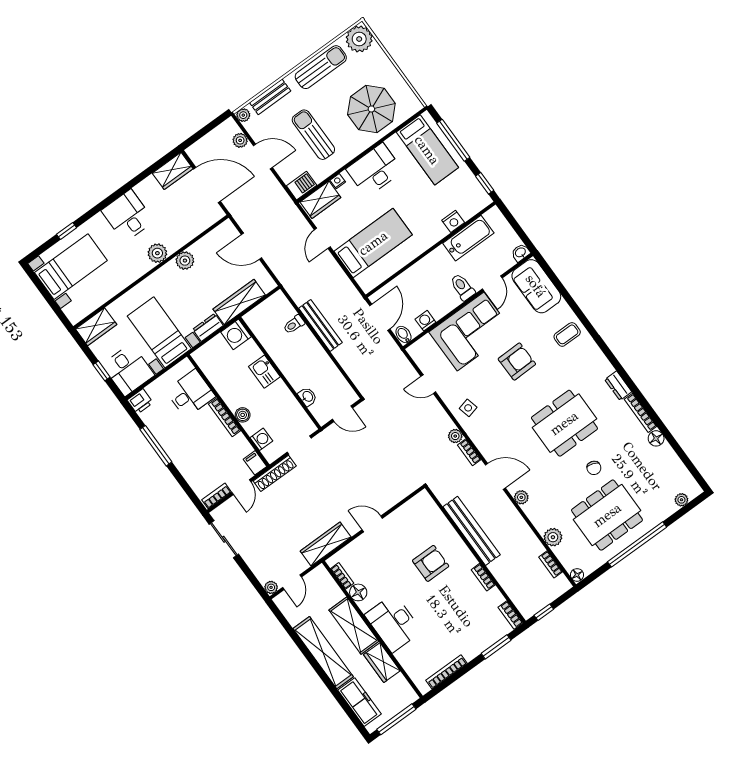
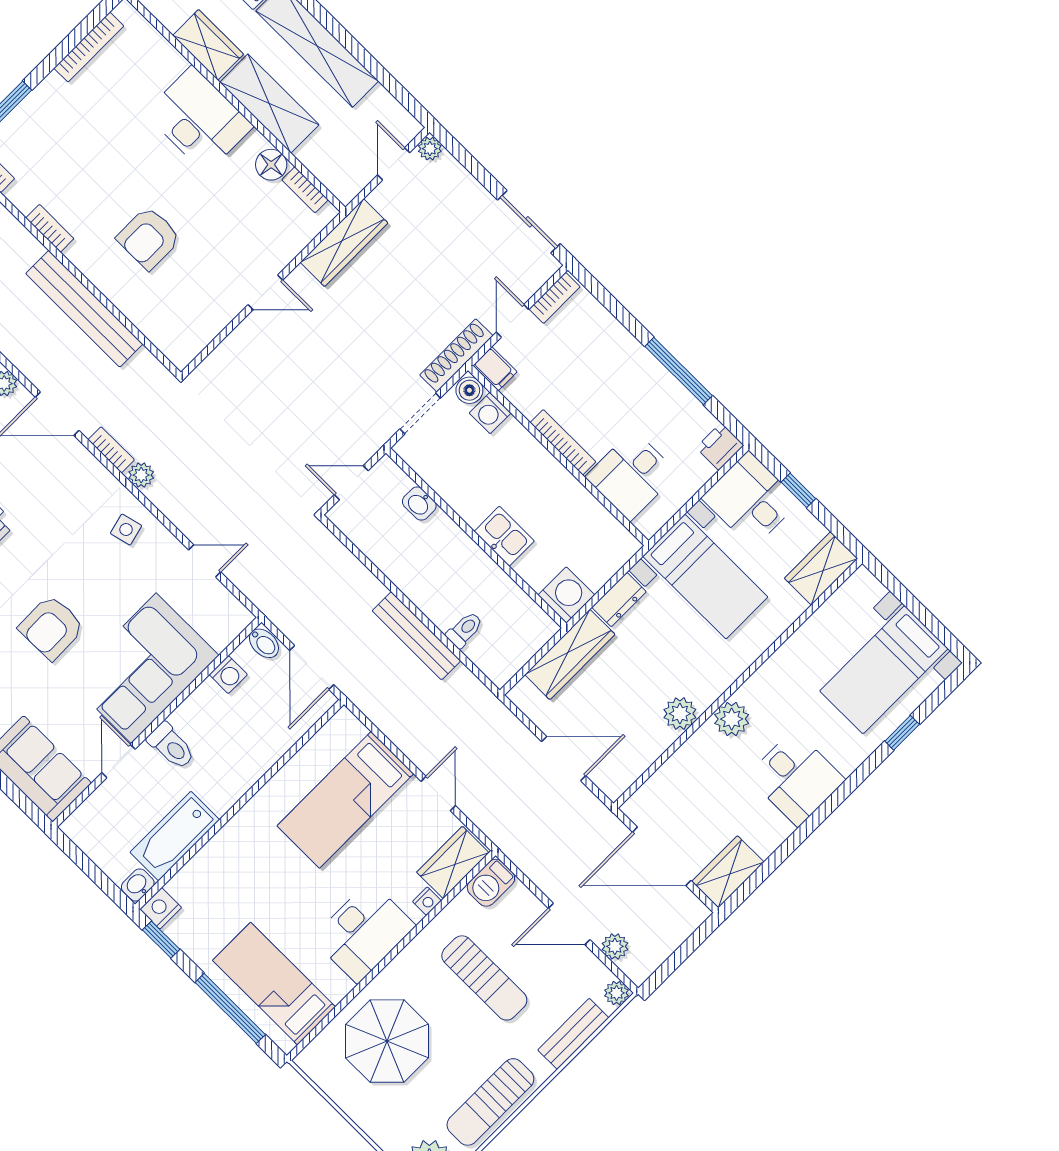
nightstand: (453, 221) -> (161, 908), moved
washbasin: (521, 253) -> (138, 885), moved, turned 180
boiler: (243, 415) -> (469, 390), moved

